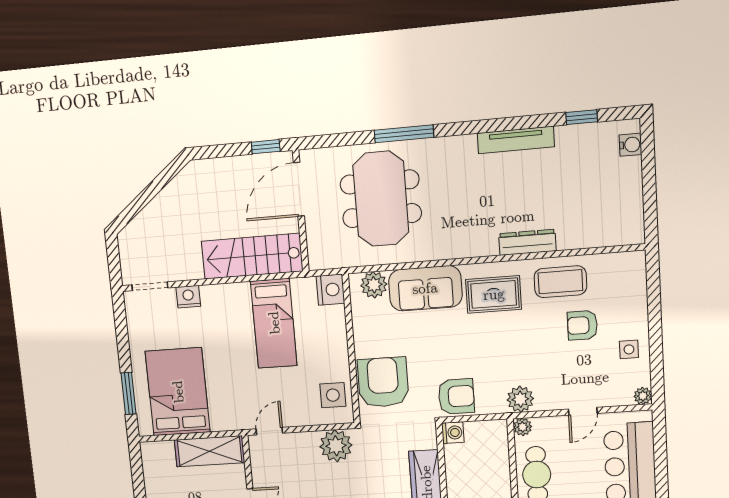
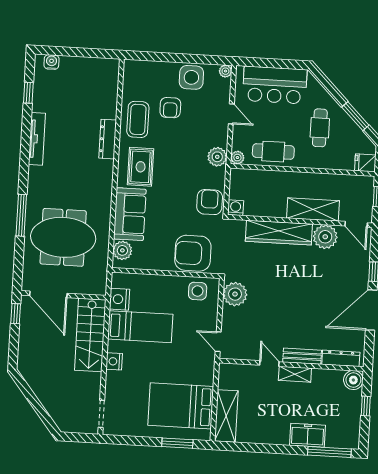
nightstand: (330, 290) -> (120, 299), moved, turned -90
nightstand: (188, 297) -> (114, 361), moved
side table: (629, 349) -> (191, 77), width x1.87, depth x1.87
shelving: (209, 451) -> (226, 416), moved

